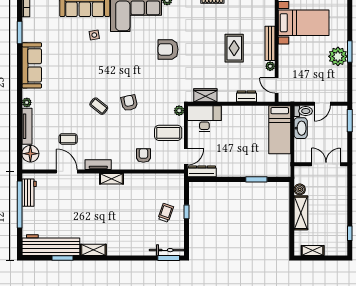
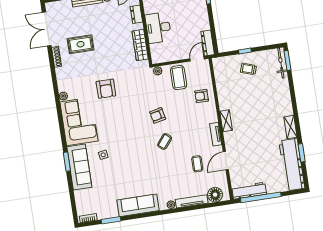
rug: (234, 48) -> (81, 44), moved
wardrobe: (205, 95) -> (140, 45), width x1.50
desk: (204, 119) -> (158, 28), moved
door: (186, 157) -> (197, 59), hinge flipped
workbench: (29, 193) -> (249, 191), width x1.38

